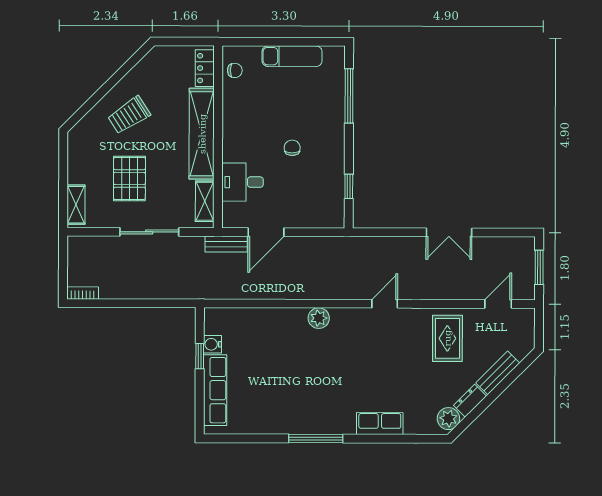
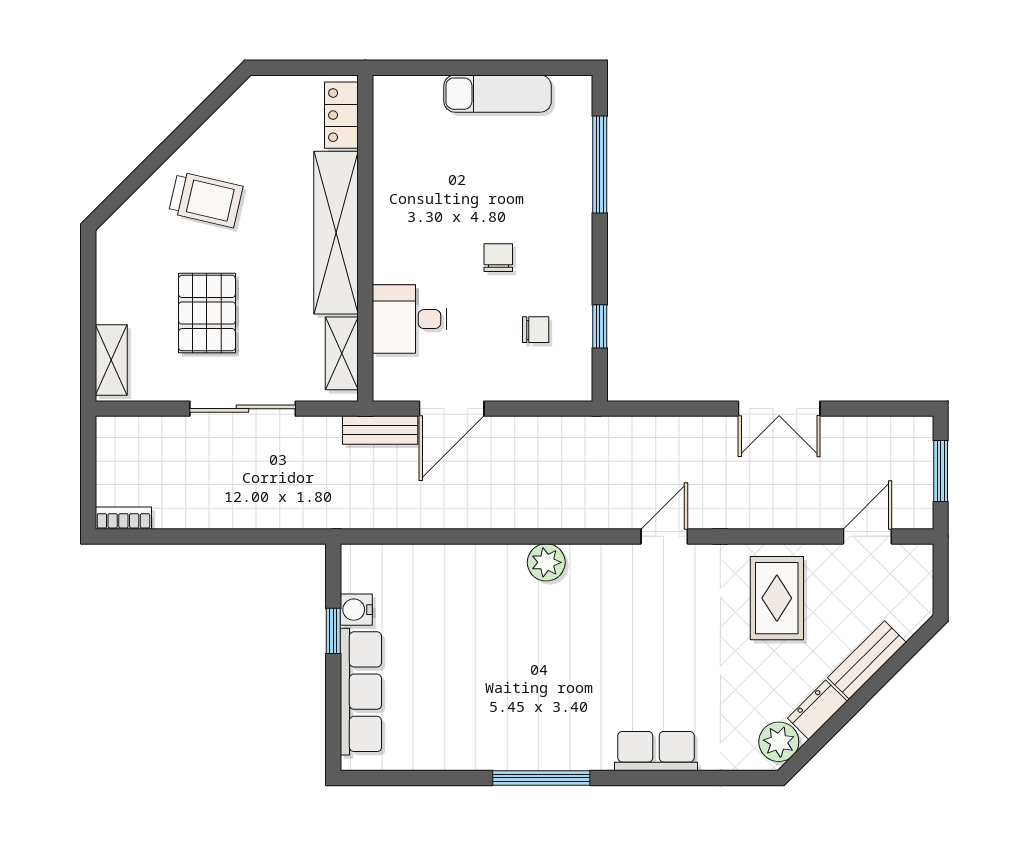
chair: (235, 70) -> (536, 330), moved
trolley: (129, 115) -> (206, 200), turned -134

